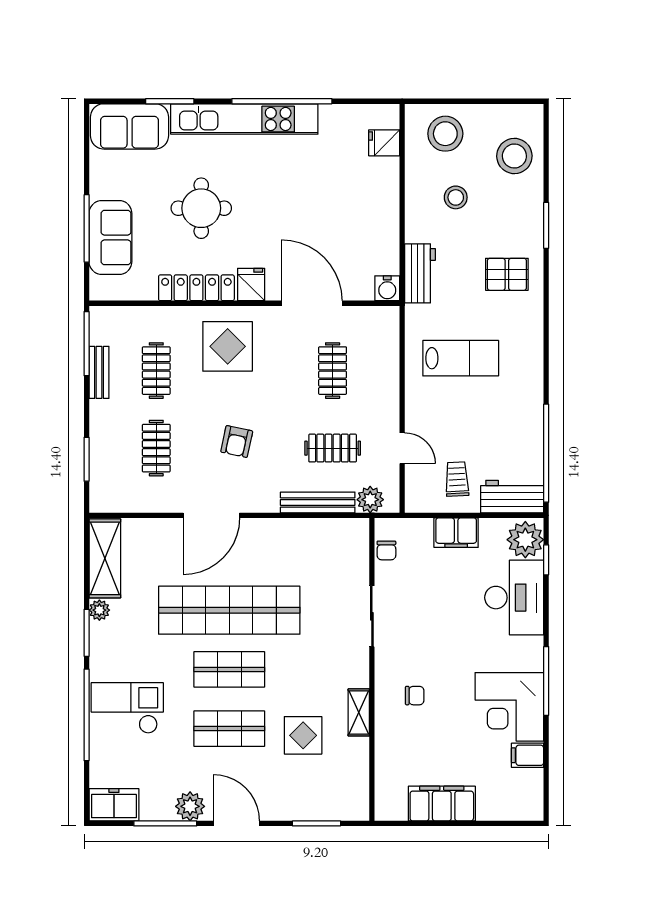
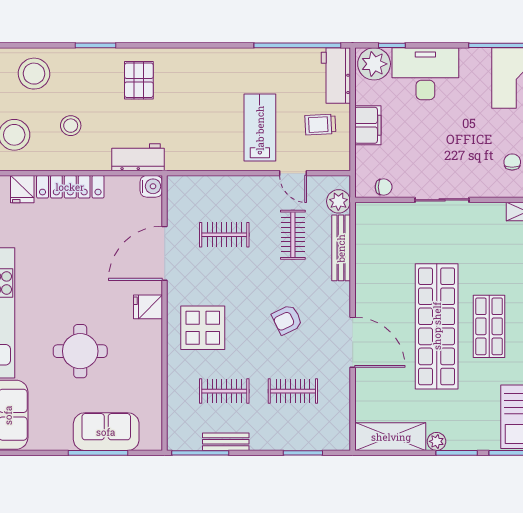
locker: (196, 288) -> (70, 187), moved, turned -90
lab bench: (461, 358) -> (260, 128), moved
armchair: (237, 441) -> (287, 320), turned 142
door: (402, 448) -> (293, 173), swing flipped

